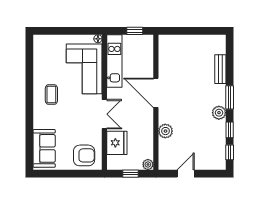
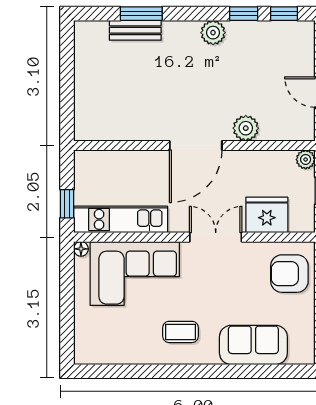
window: (135, 31) -> (67, 204), moved
door: (156, 93) -> (196, 145), moved
window: (230, 97) -> (141, 14), moved
sofa: (44, 148) -> (253, 345), moved
armchair: (84, 155) -> (289, 274), turned -90

